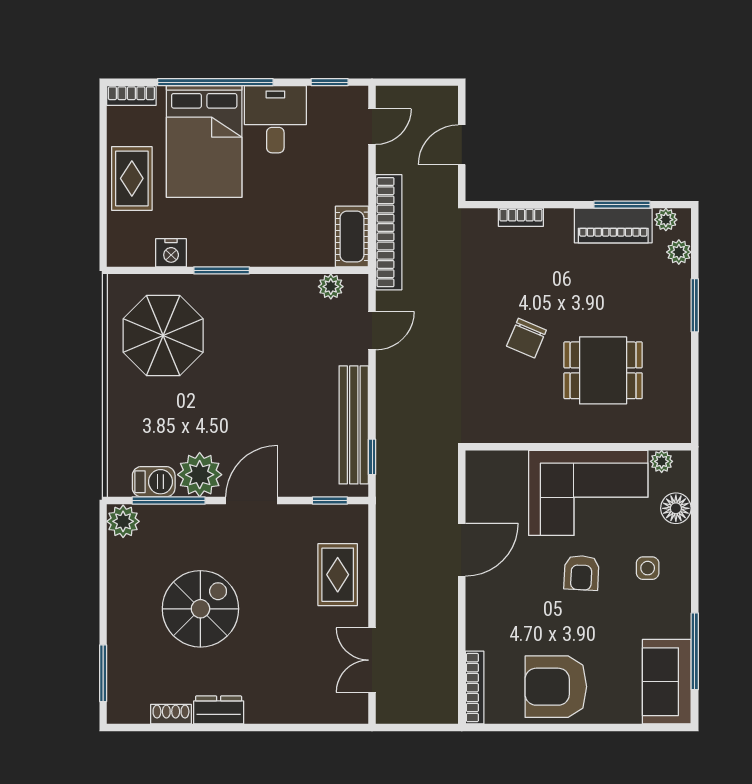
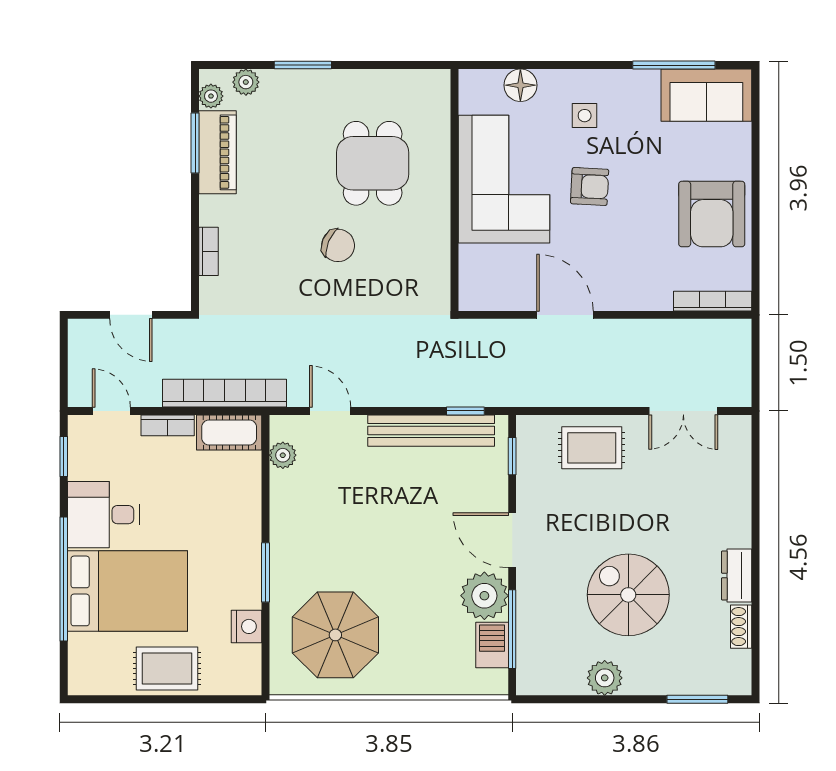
bookcase: (131, 96) -> (168, 425), moved, turned 90
plant: (662, 461) -> (470, 101), removed
plant: (123, 521) -> (605, 678), moved

